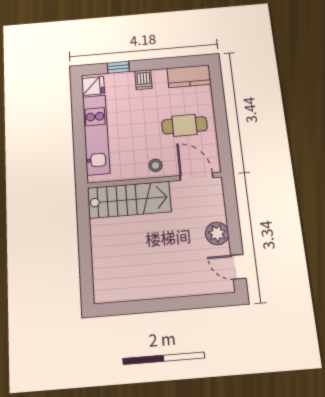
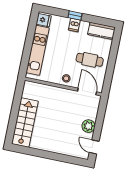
window: (118, 67) -> (75, 15), moved
stairs: (129, 200) -> (25, 123), moved, turned -90

